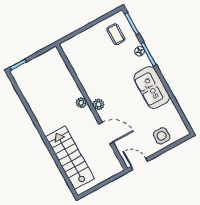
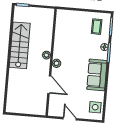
side table: (162, 136) -> (95, 107), moved
stairs: (70, 158) -> (20, 45), moved
door: (139, 164) -> (70, 119), moved

